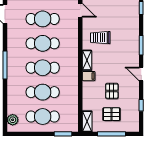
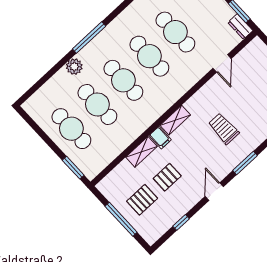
trolley: (100, 38) -> (224, 129), moved
pallet: (112, 114) -> (142, 200), turned 90
plant: (13, 120) -> (74, 67), moved
shelving: (87, 121) -> (141, 152), moved

